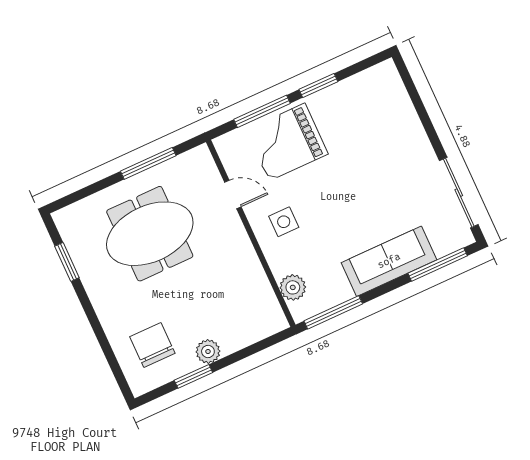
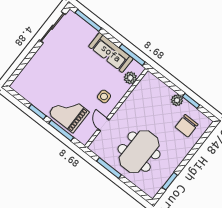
grand piano: (287, 142) -> (69, 113), turned 180
meeting table: (150, 234) -> (139, 152), turned 90
sofa: (389, 261) -> (111, 53), moved

